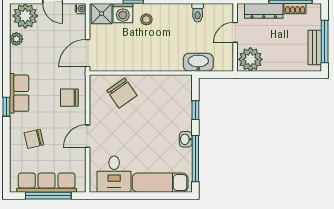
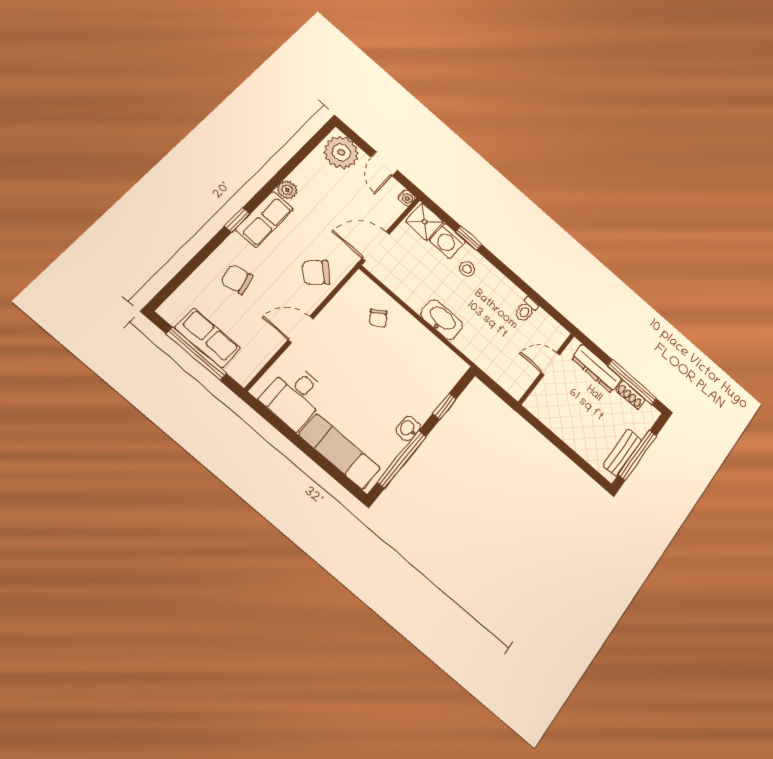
plant: (16, 39) -> (287, 190), moved
plant: (250, 59) -> (546, 405), removed
washbasin: (198, 62) -> (442, 320), moved
chair: (122, 93) -> (378, 318), width x0.54, depth x0.54
chair: (69, 98) -> (316, 273), turned -46
row of seats: (47, 183) -> (208, 338), width x0.68

